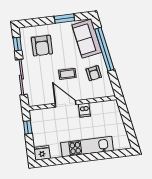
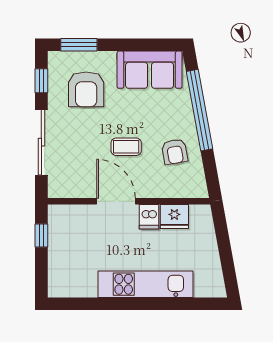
window: (64, 18) -> (79, 45), moved
sofa: (87, 39) -> (150, 70), moved, turned -80
fridge: (42, 153) -> (174, 216), moved, turned 180

